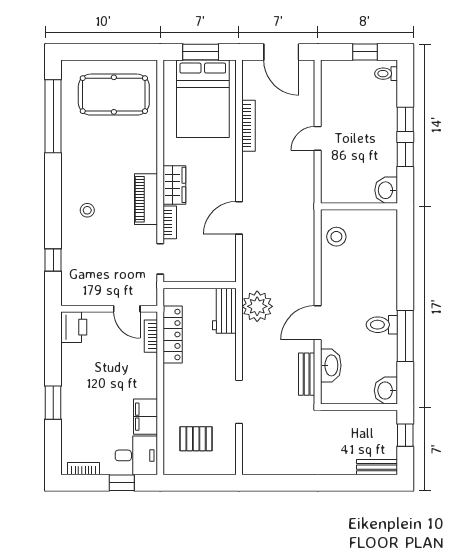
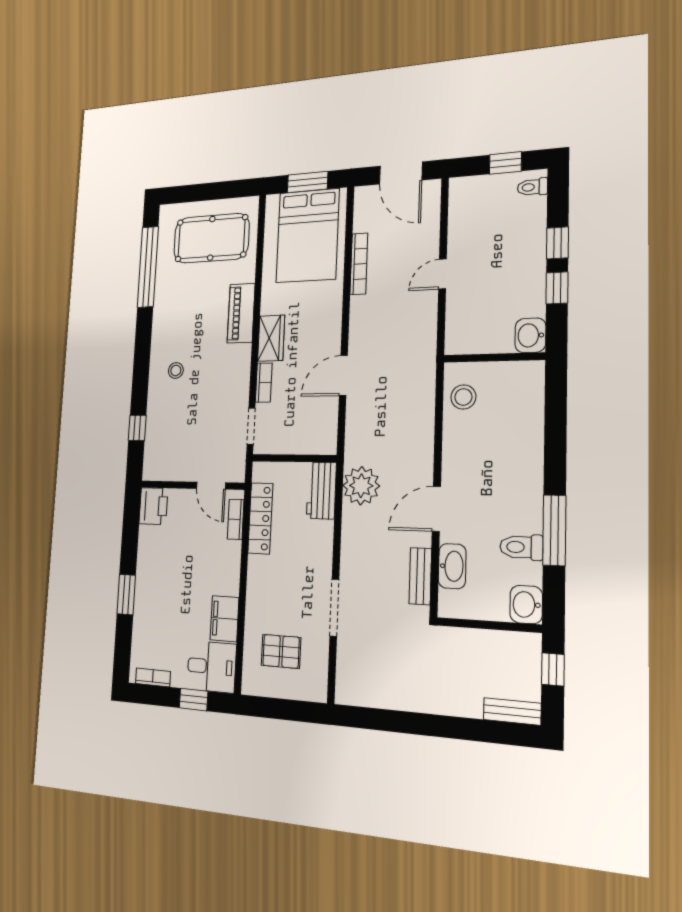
piano: (146, 199) -> (241, 313), moved
toilet: (382, 325) -> (521, 547), moved

